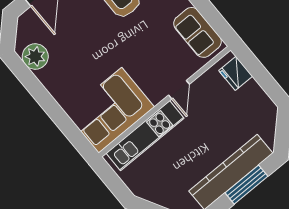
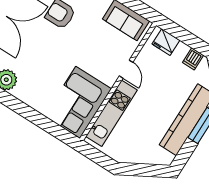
dishwasher: (261, 103) -> (193, 59), added

